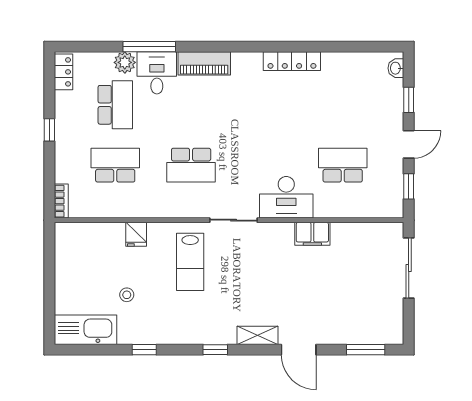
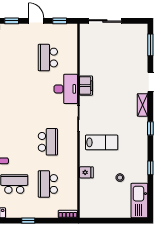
filing cabinet: (312, 234) -> (86, 86), moved

